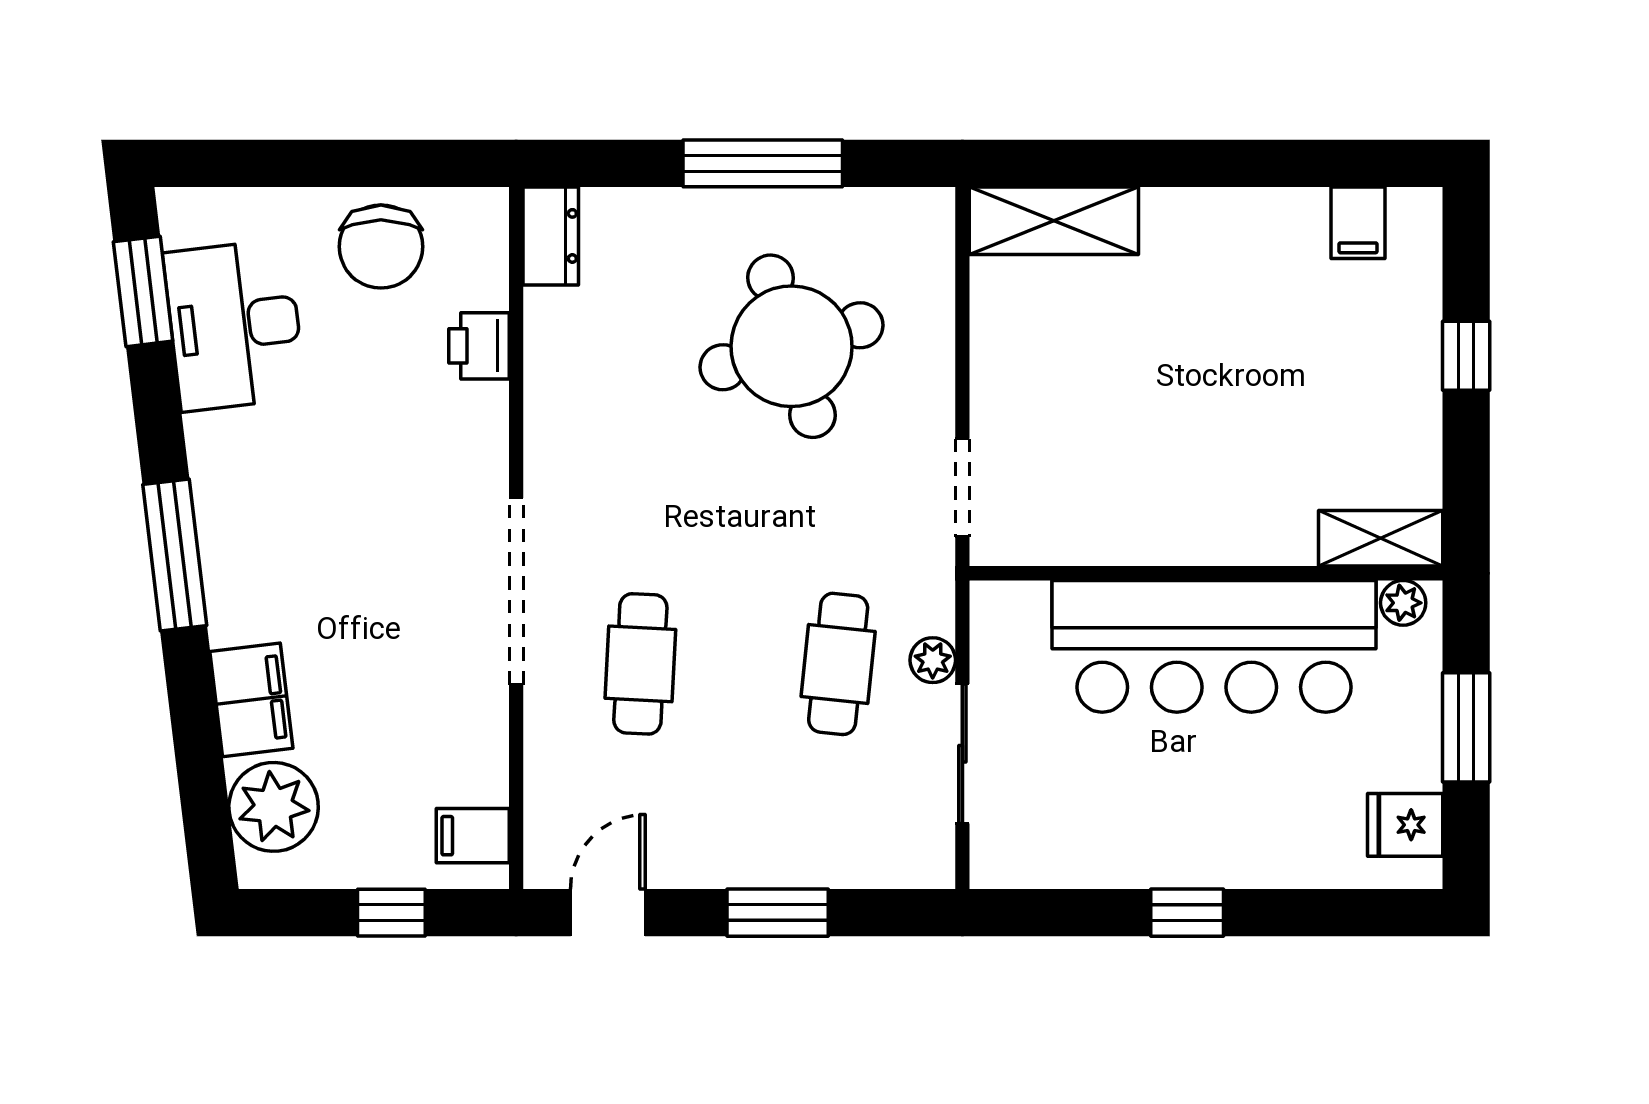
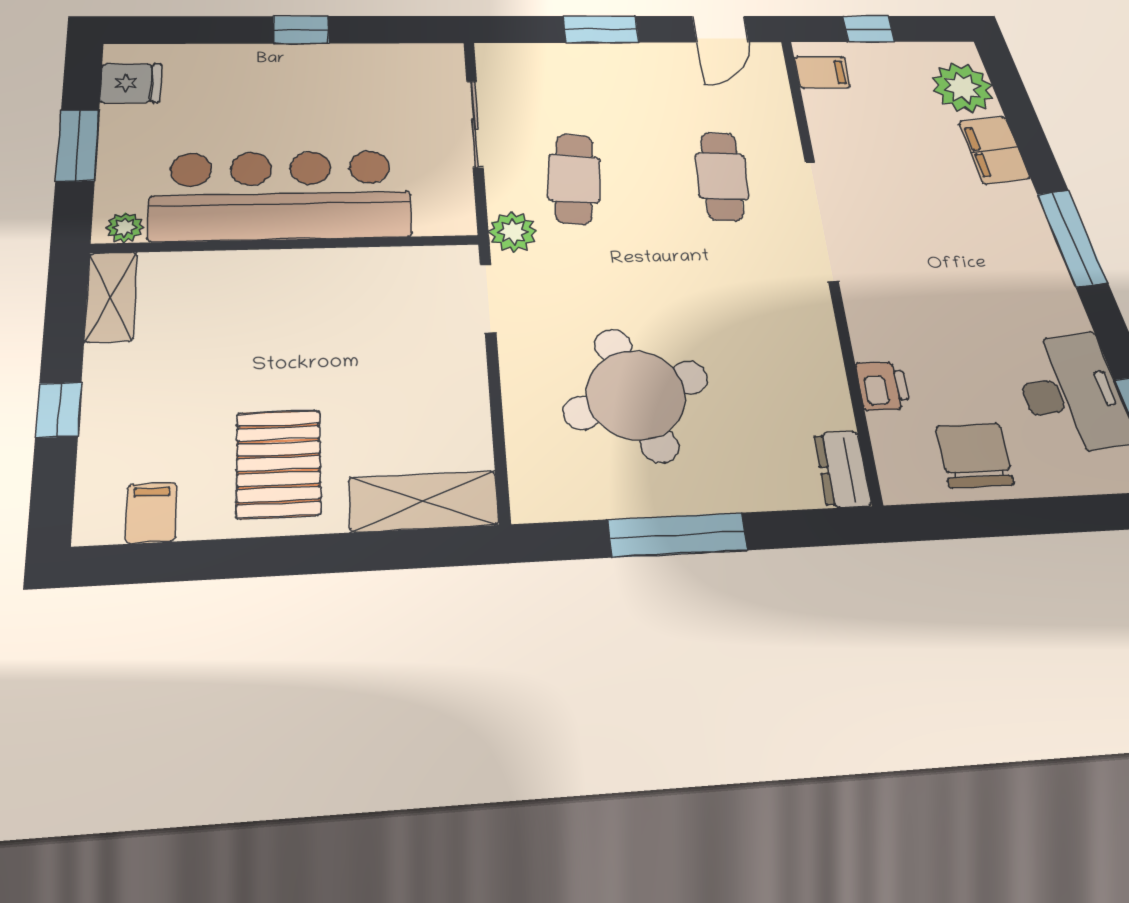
pallet: (1218, 276) -> (279, 464), added
shelving: (1381, 538) -> (111, 297), moved, turned 90
plant: (933, 660) -> (513, 232), moved, width x1.38, depth x1.38

